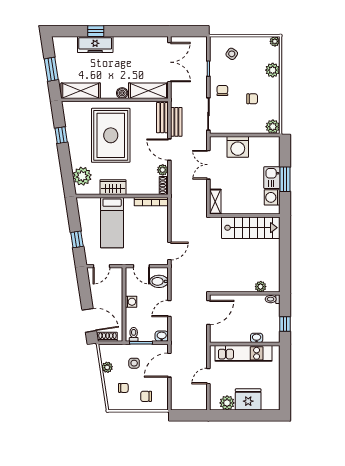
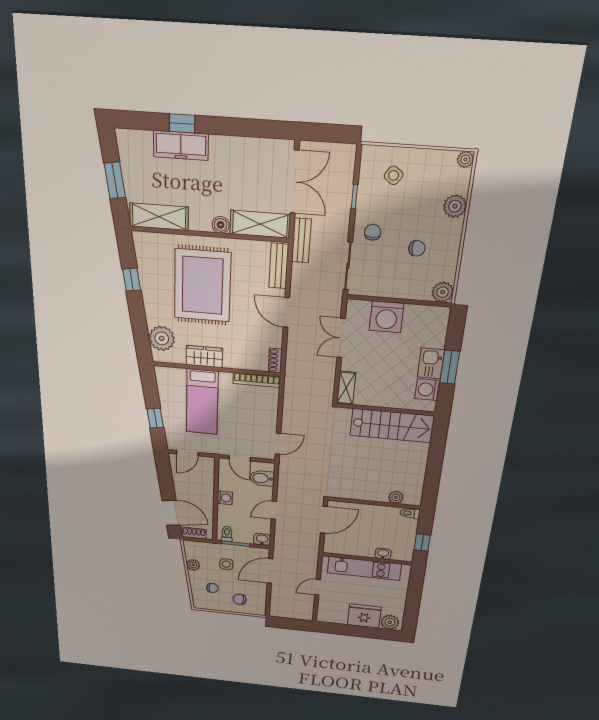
bench: (176, 122) -> (301, 241), moved
plant: (163, 170) -> (275, 339), removed
plant: (227, 403) -> (390, 622), moved

